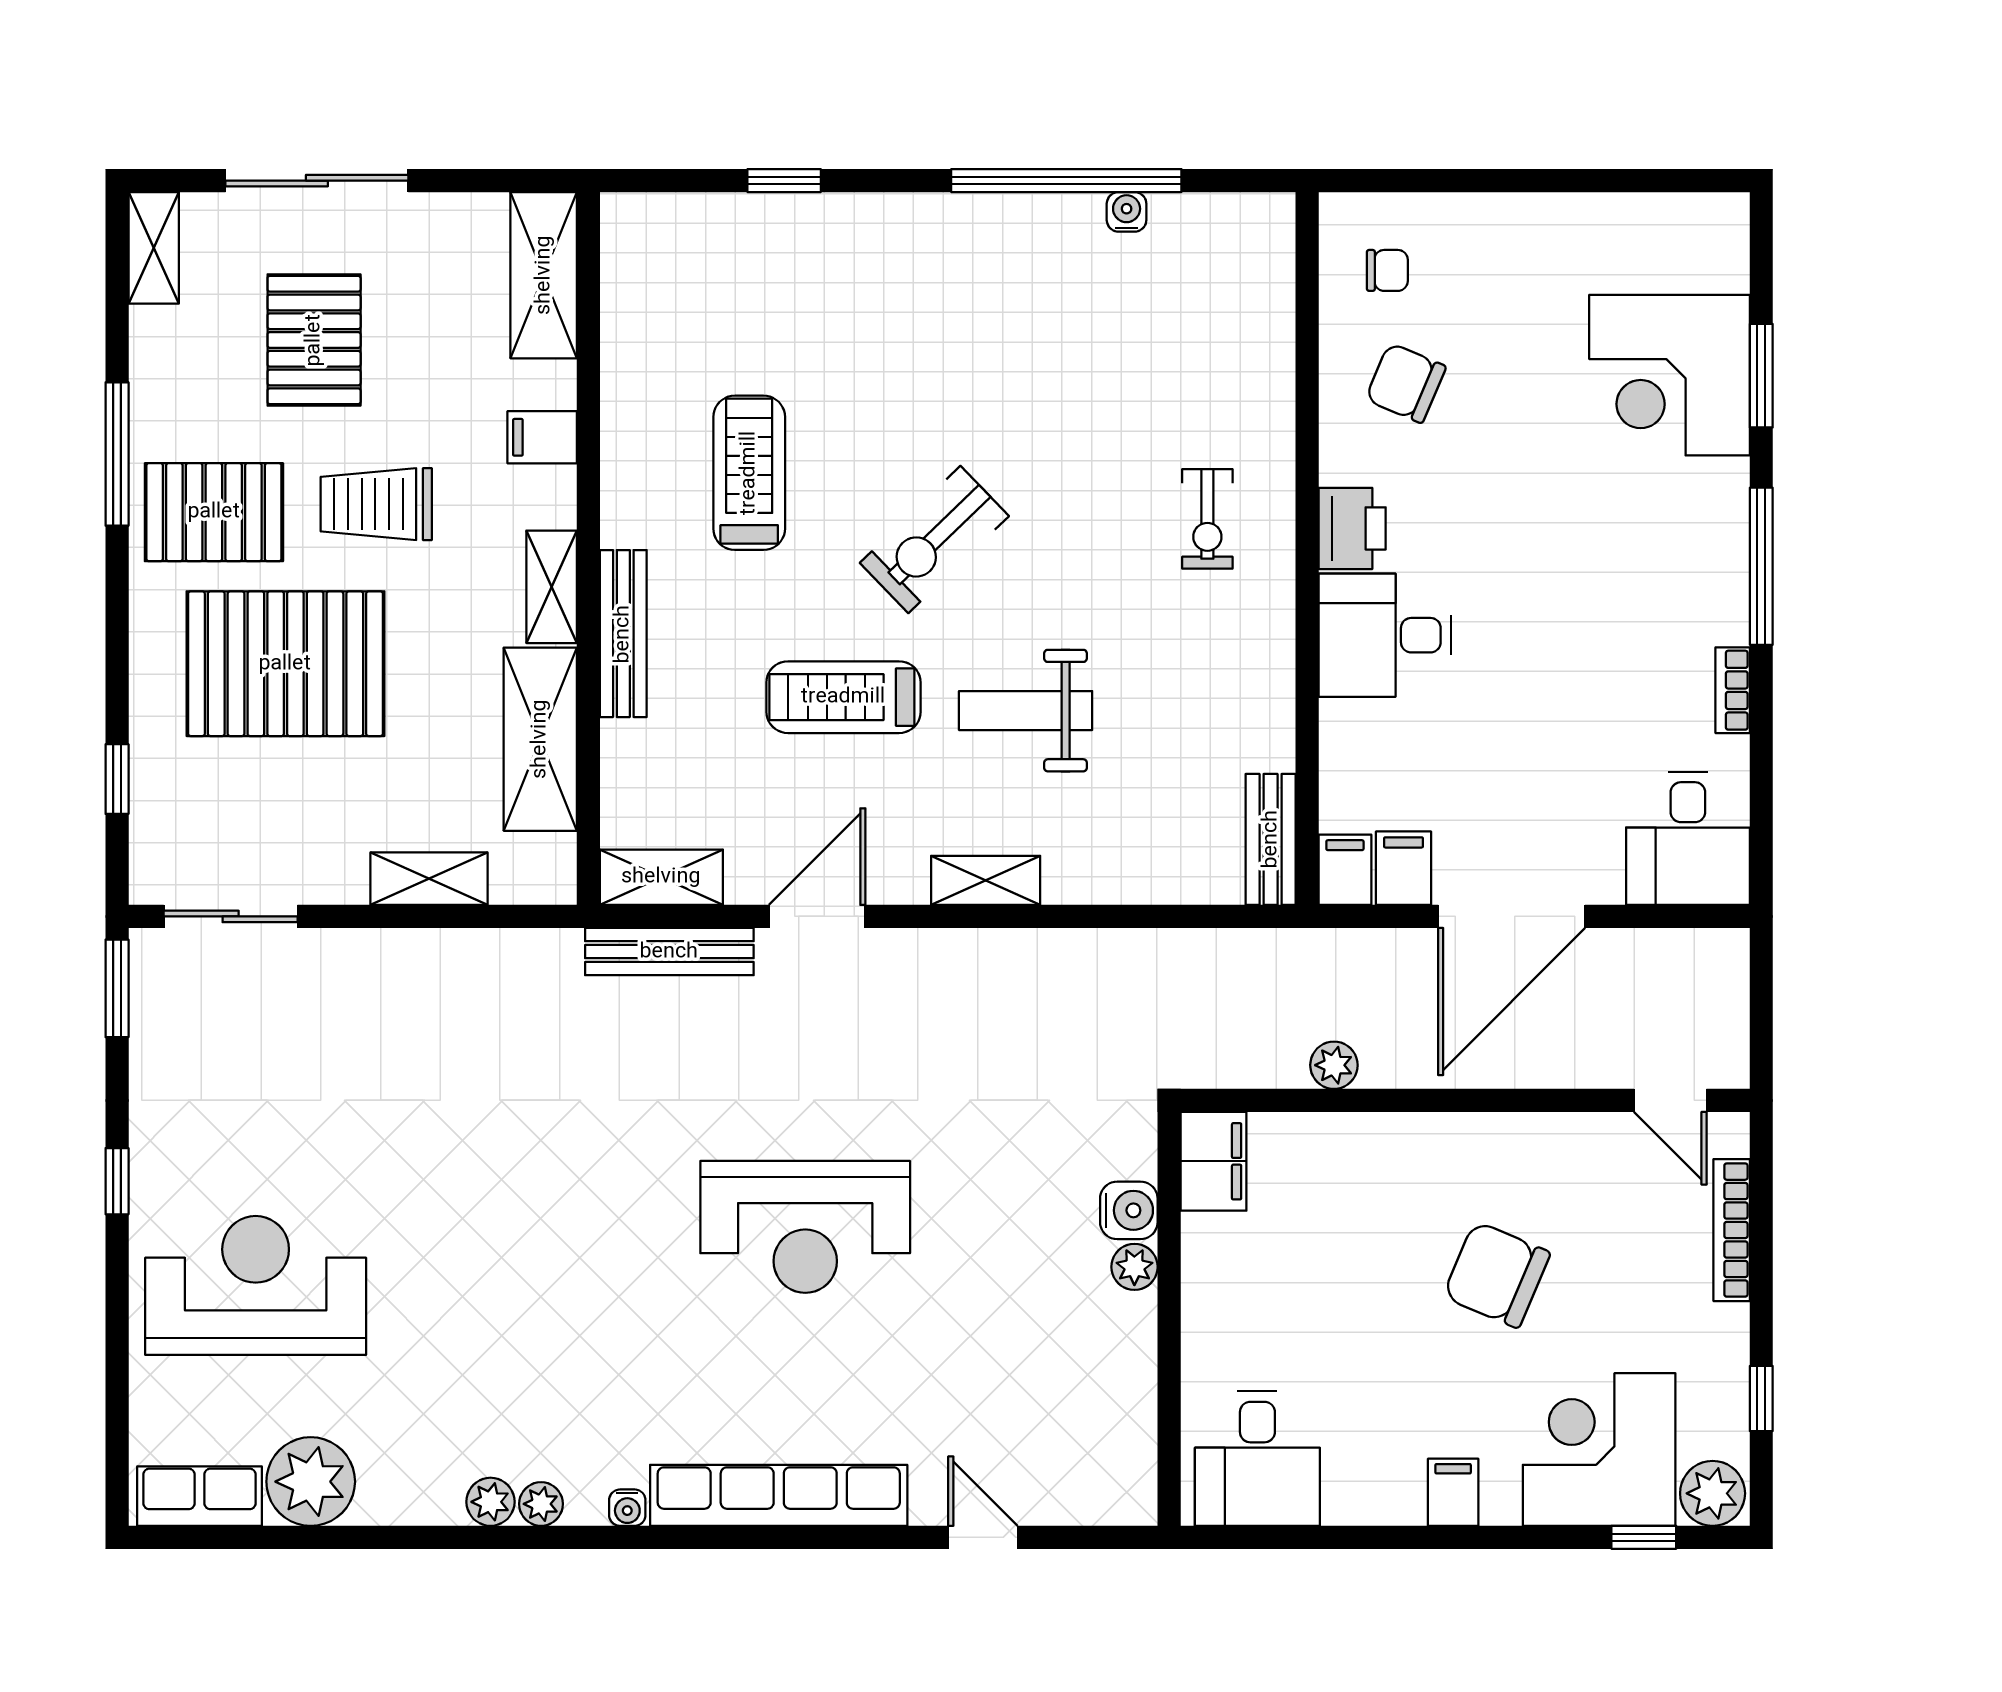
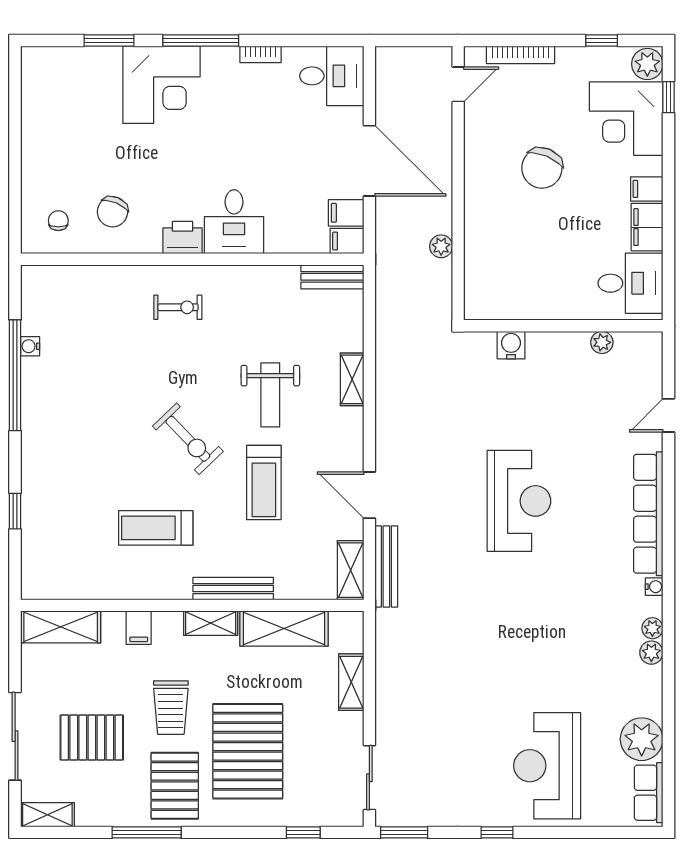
corner desk: (1669, 375) -> (161, 85), moved
shelving: (986, 880) -> (352, 379), moved
filing cabinet: (1214, 1161) -> (647, 227), moved, turned -90
plant: (1134, 1267) -> (602, 342), moved

